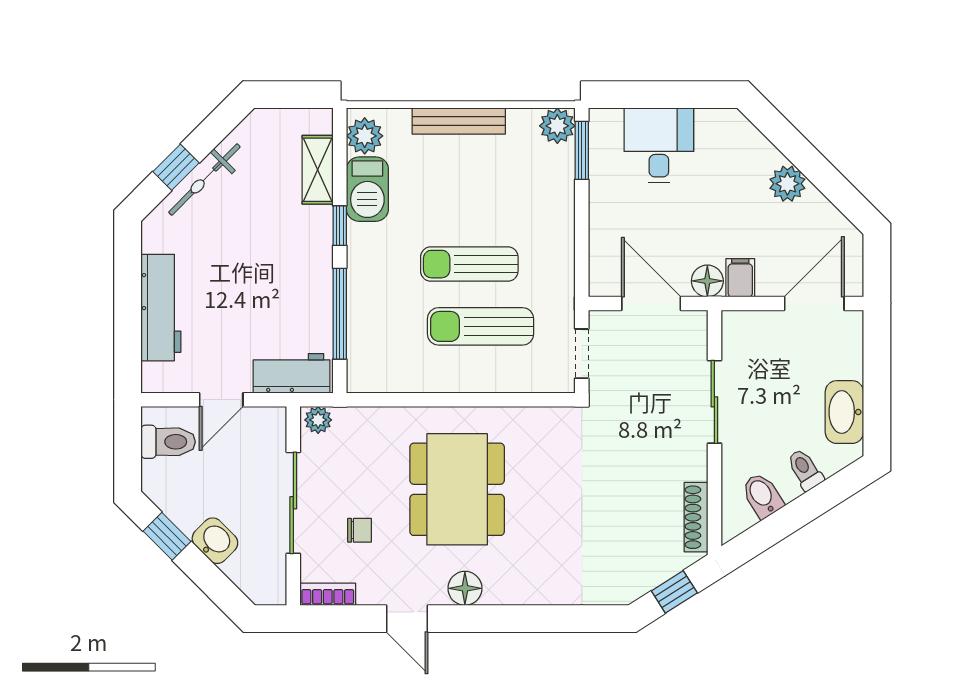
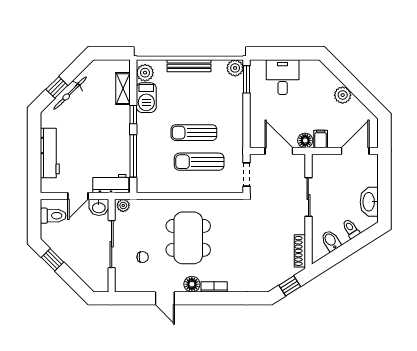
washbasin: (215, 541) -> (99, 207), moved, turned 135
bookcase: (328, 594) -> (214, 287), moved

